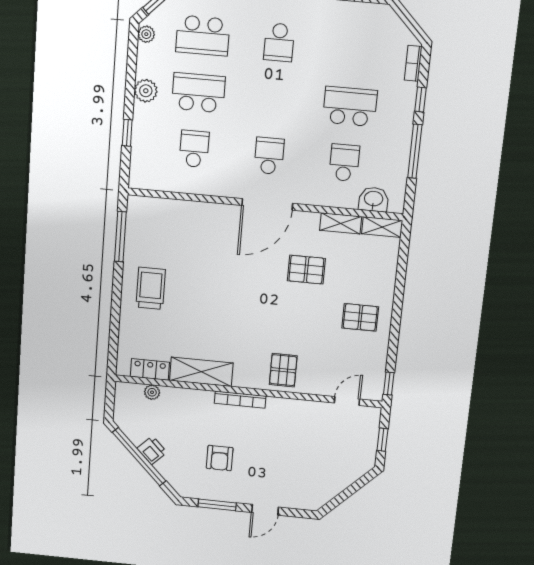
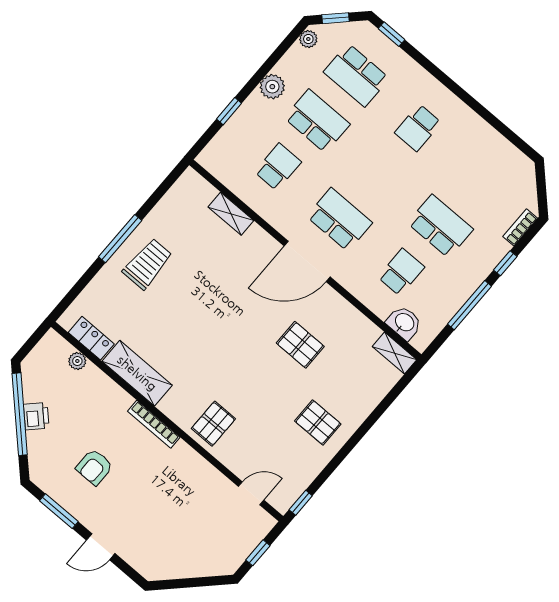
school desk: (269, 156) -> (339, 220), width x1.85
shelving: (341, 223) -> (231, 214), moved
window: (120, 237) -> (120, 239), moved

